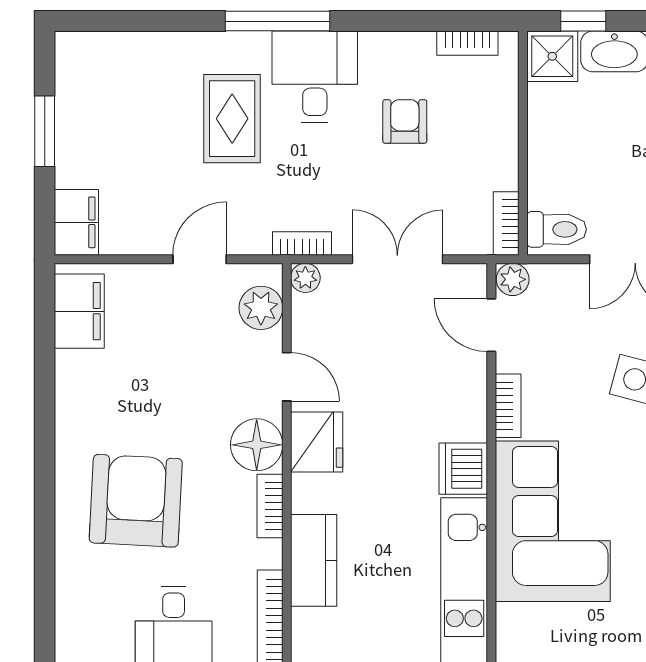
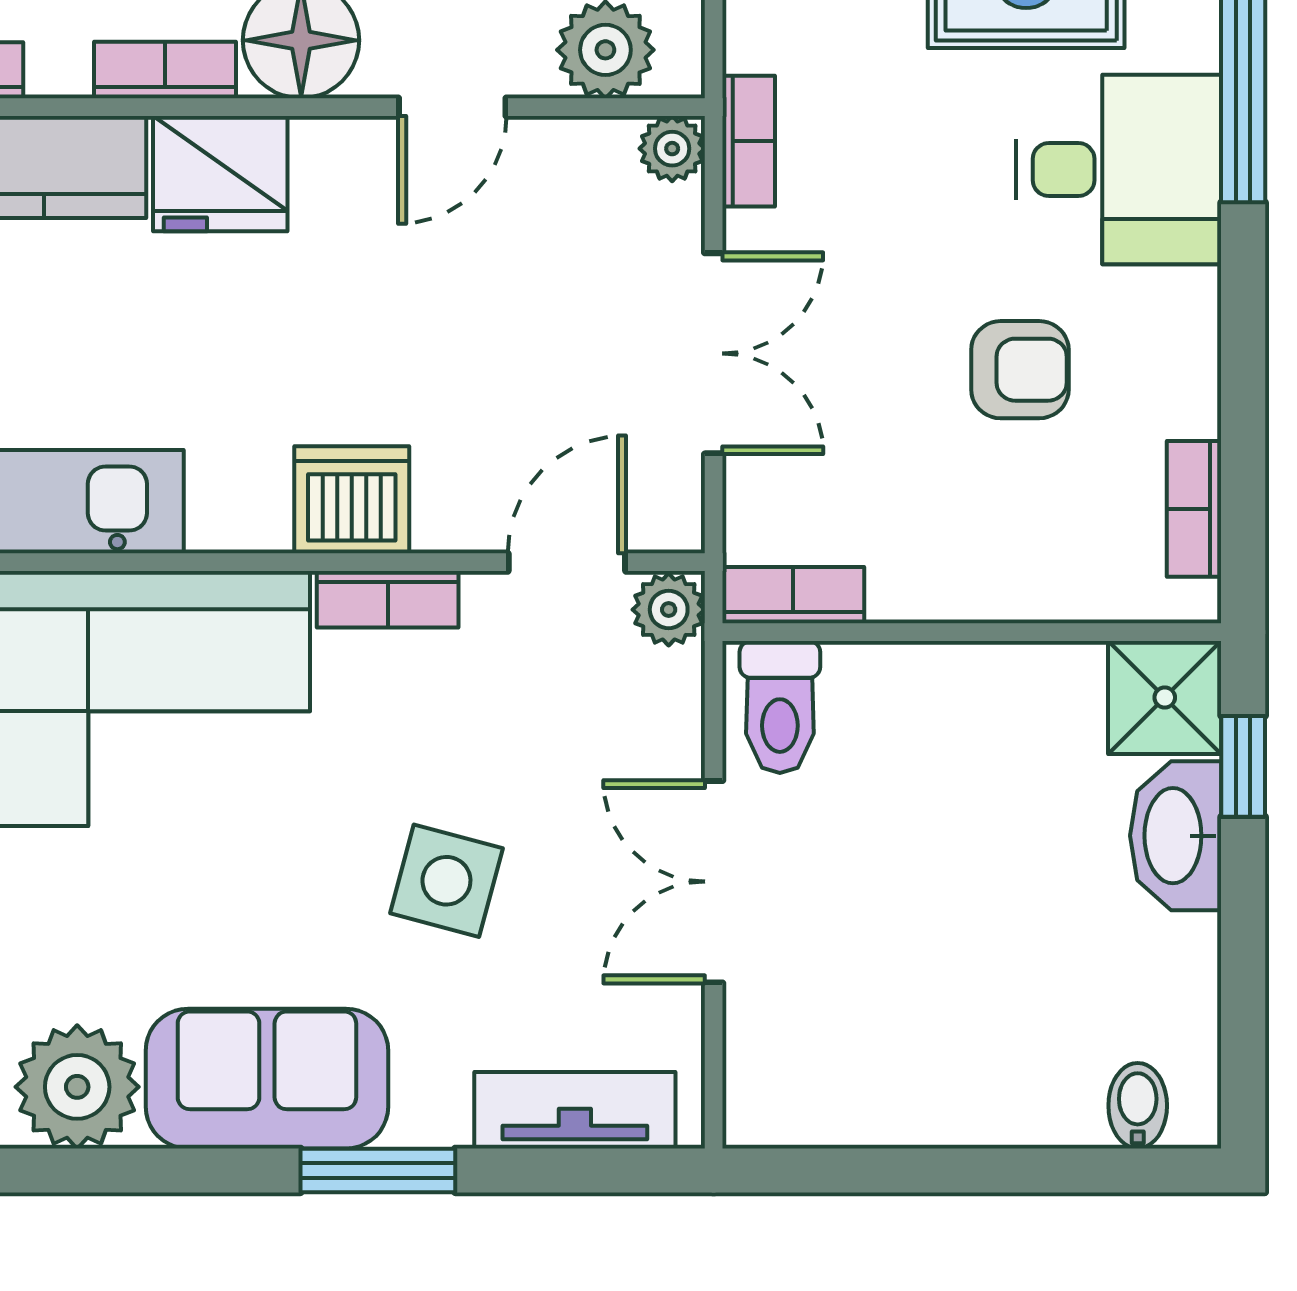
fridge: (317, 442) -> (220, 174), moved
dishwasher: (463, 469) -> (352, 500), moved

